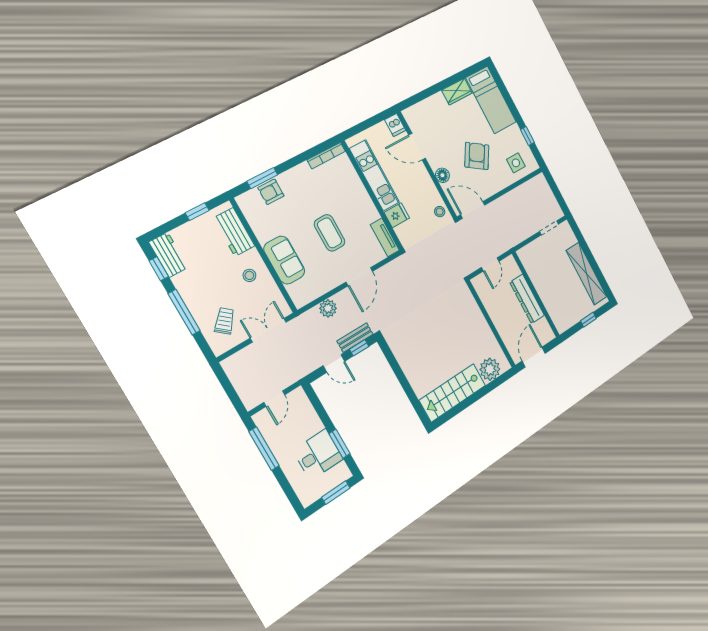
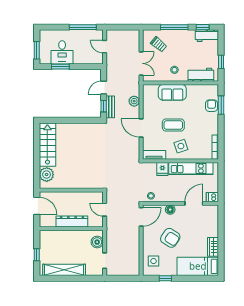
side table: (352, 206) -> (181, 146), added
boiler: (533, 251) -> (97, 242), added

